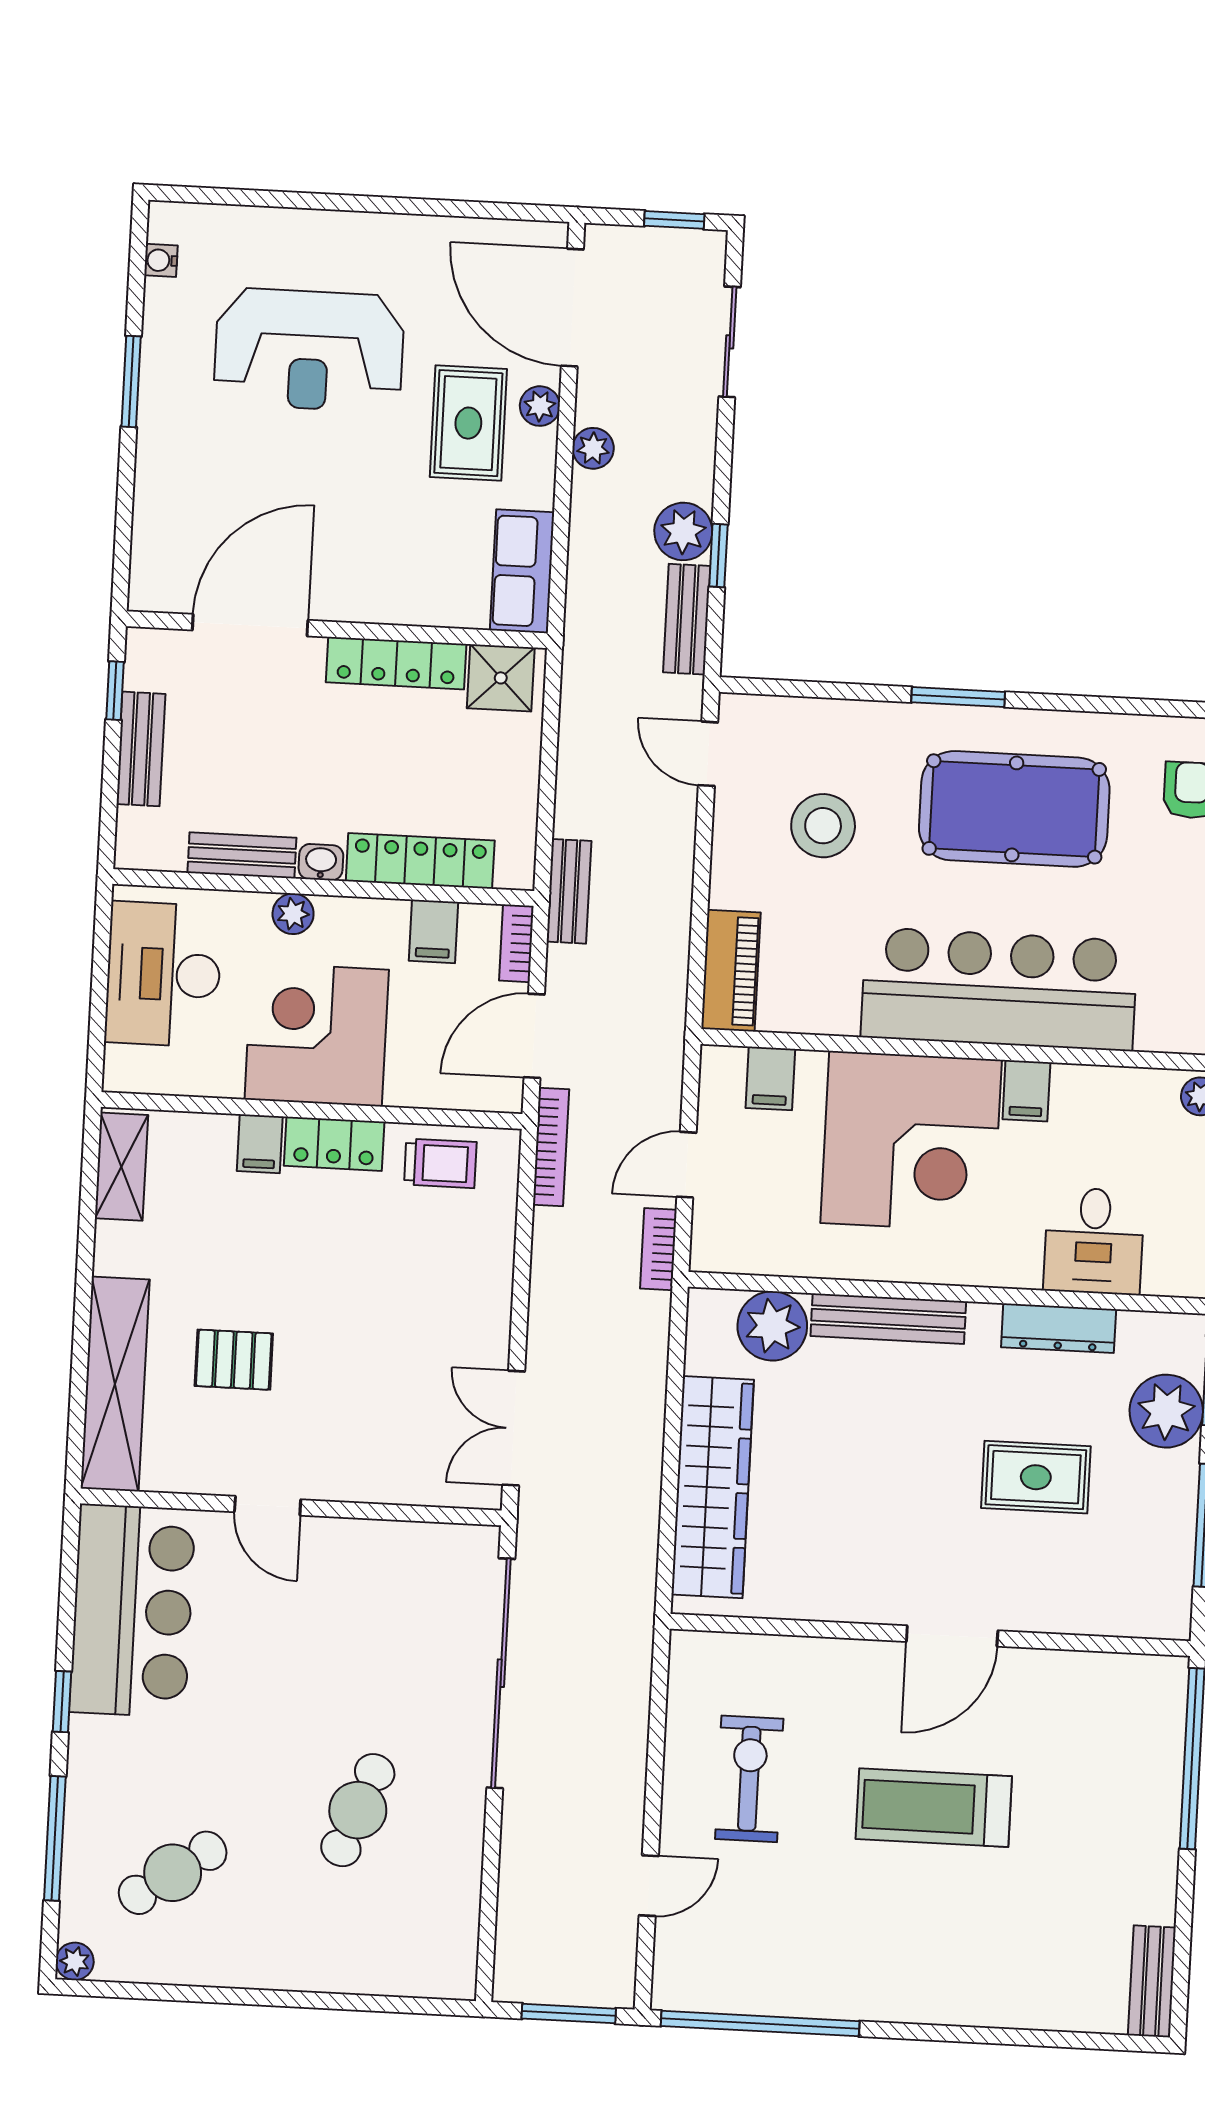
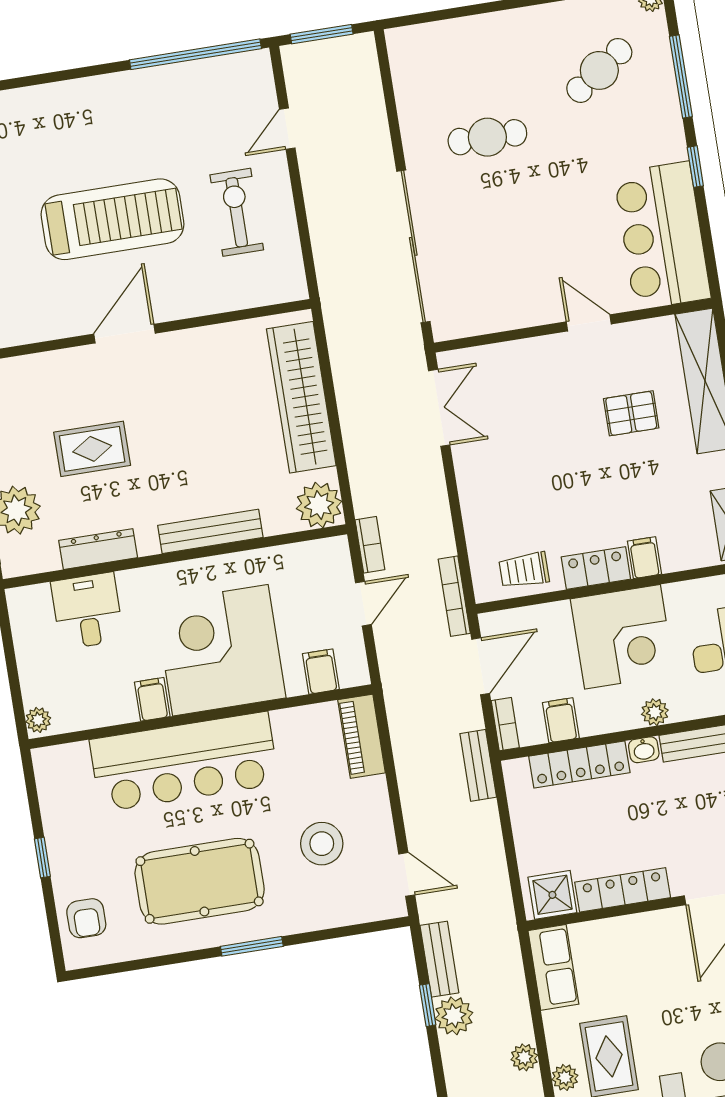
plant: (772, 1326) -> (319, 505), moved
exercise bike: (749, 1779) -> (237, 212), turned 180
treadmill: (934, 1808) -> (112, 219), width x1.37, depth x1.38
cafe table: (358, 1810) -> (487, 137), turned 69

